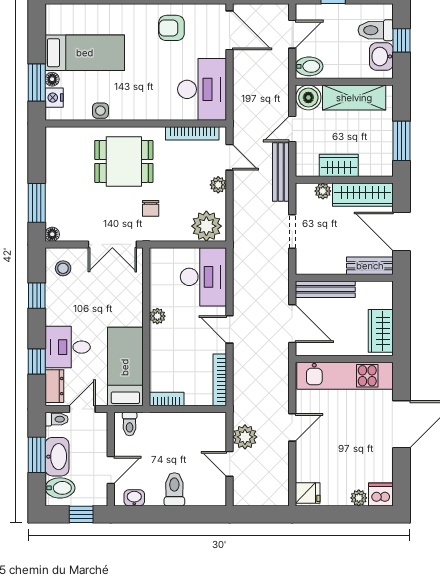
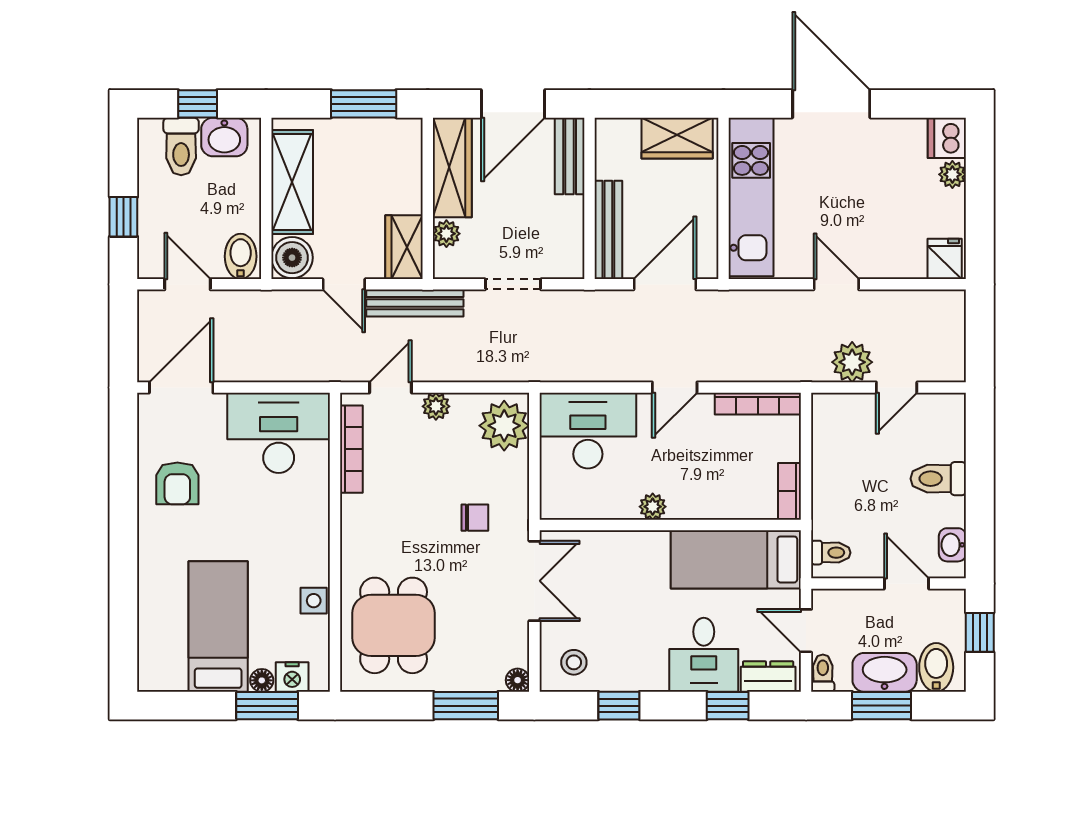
dining table: (124, 161) -> (394, 625), moved
wardrobe: (339, 165) -> (404, 247), moved

